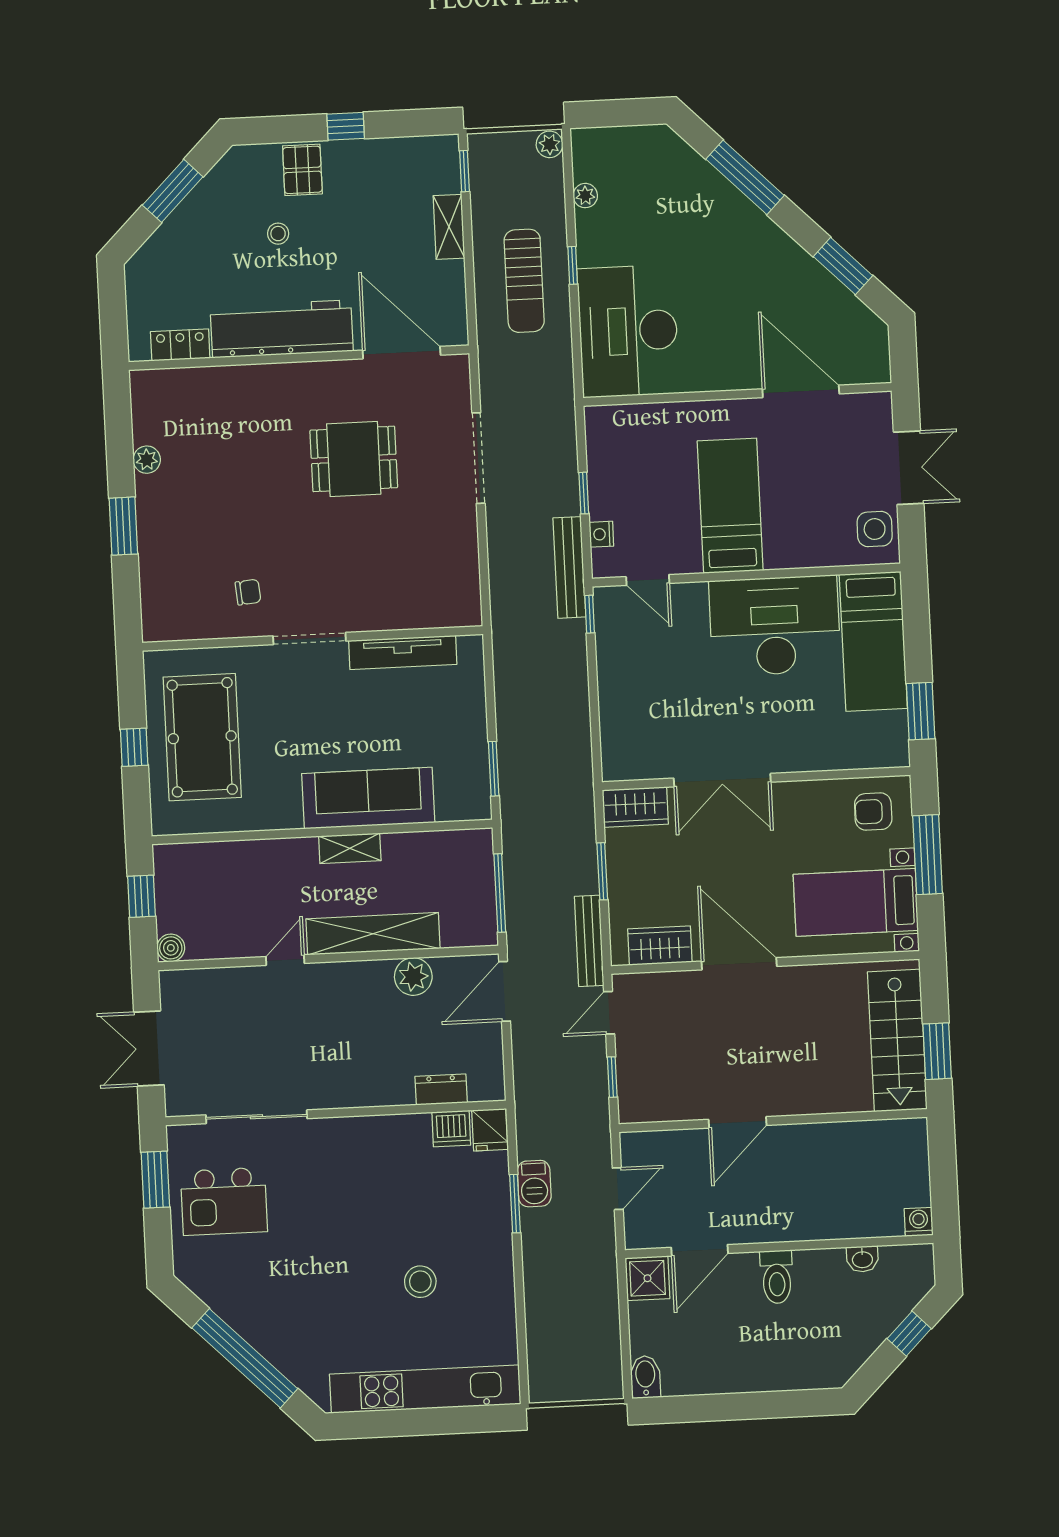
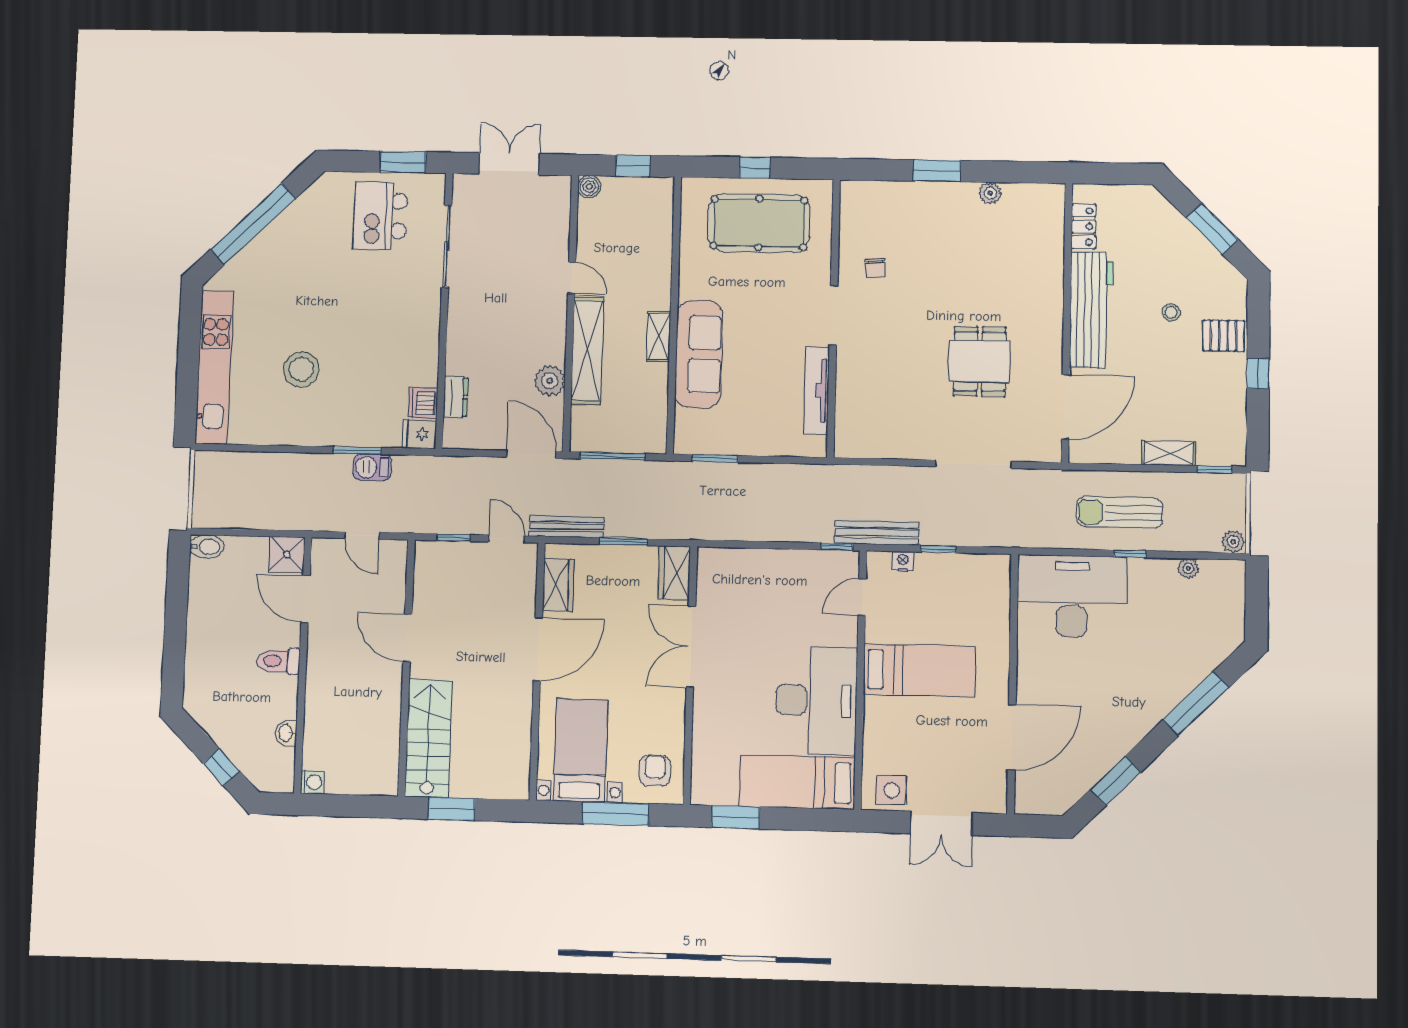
stairs: (897, 1040) -> (429, 739), moved, turned 90
stool: (420, 1282) -> (301, 369), width x1.38, depth x1.38

